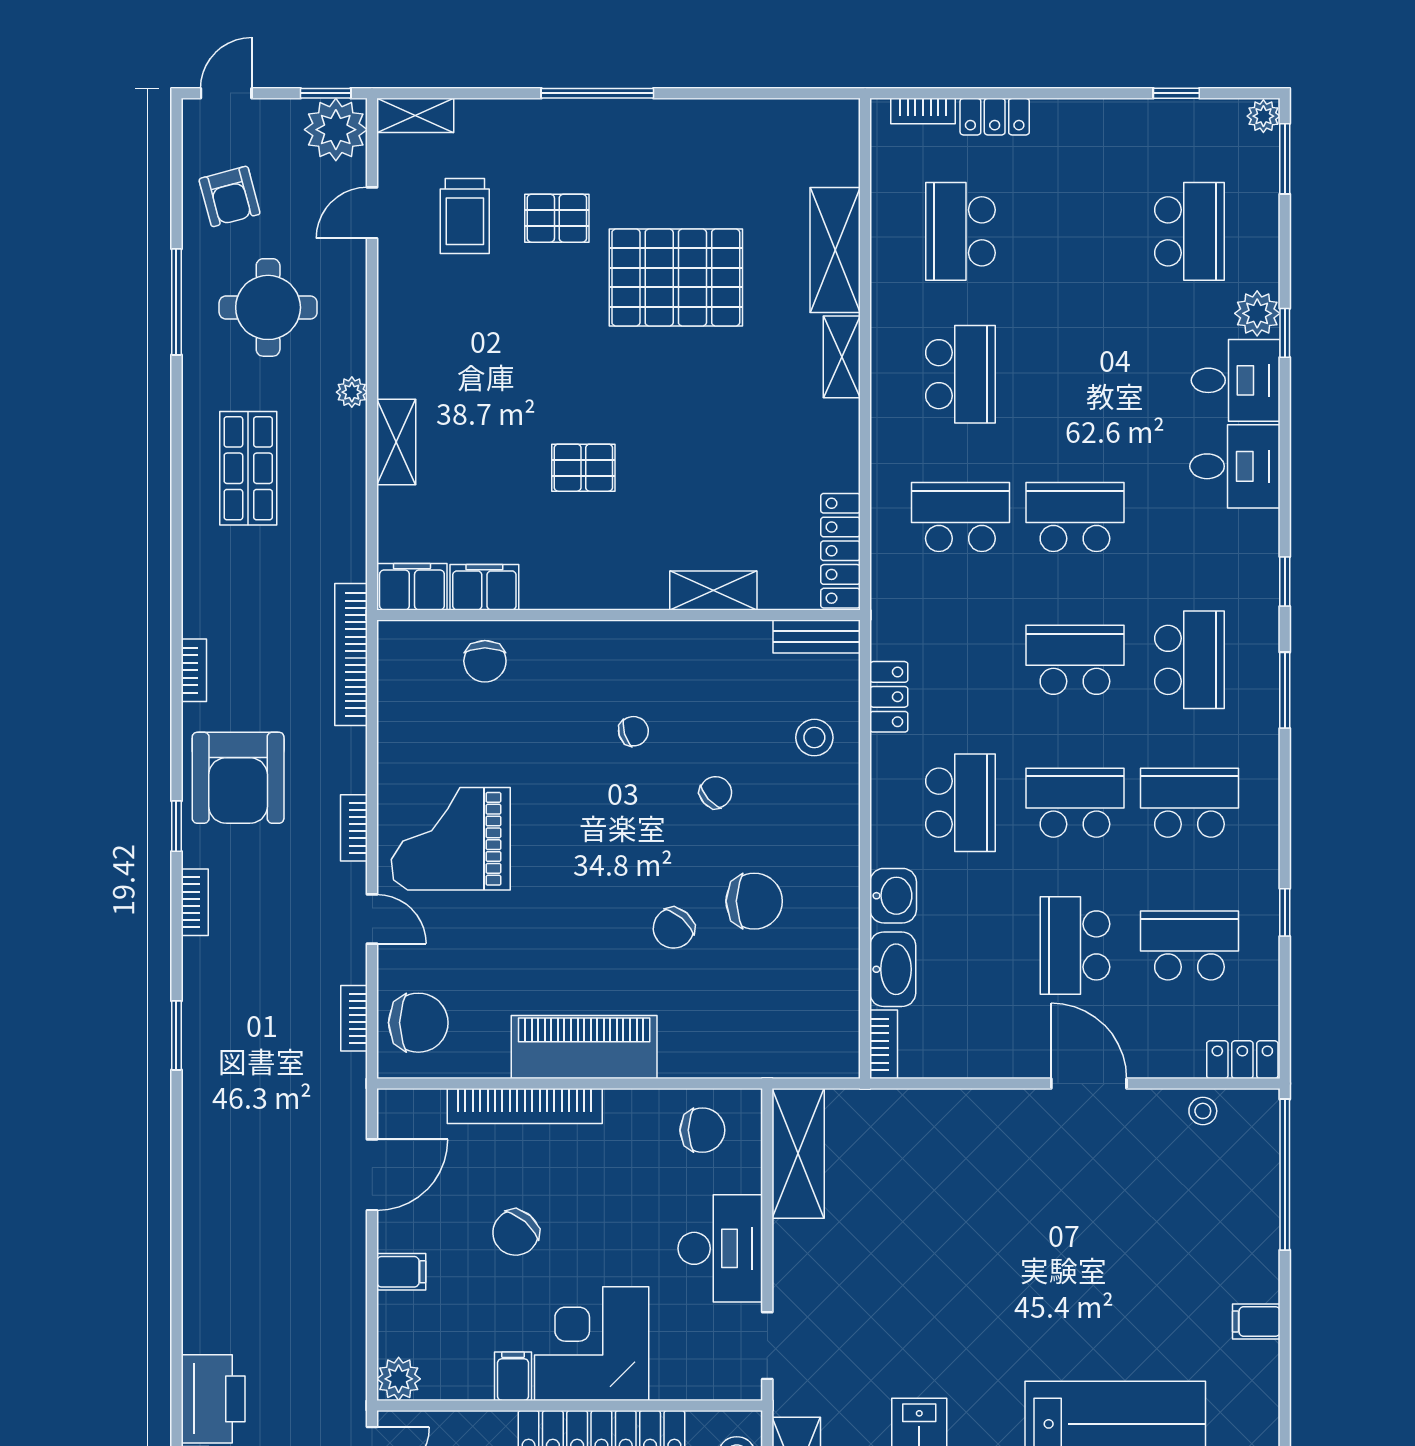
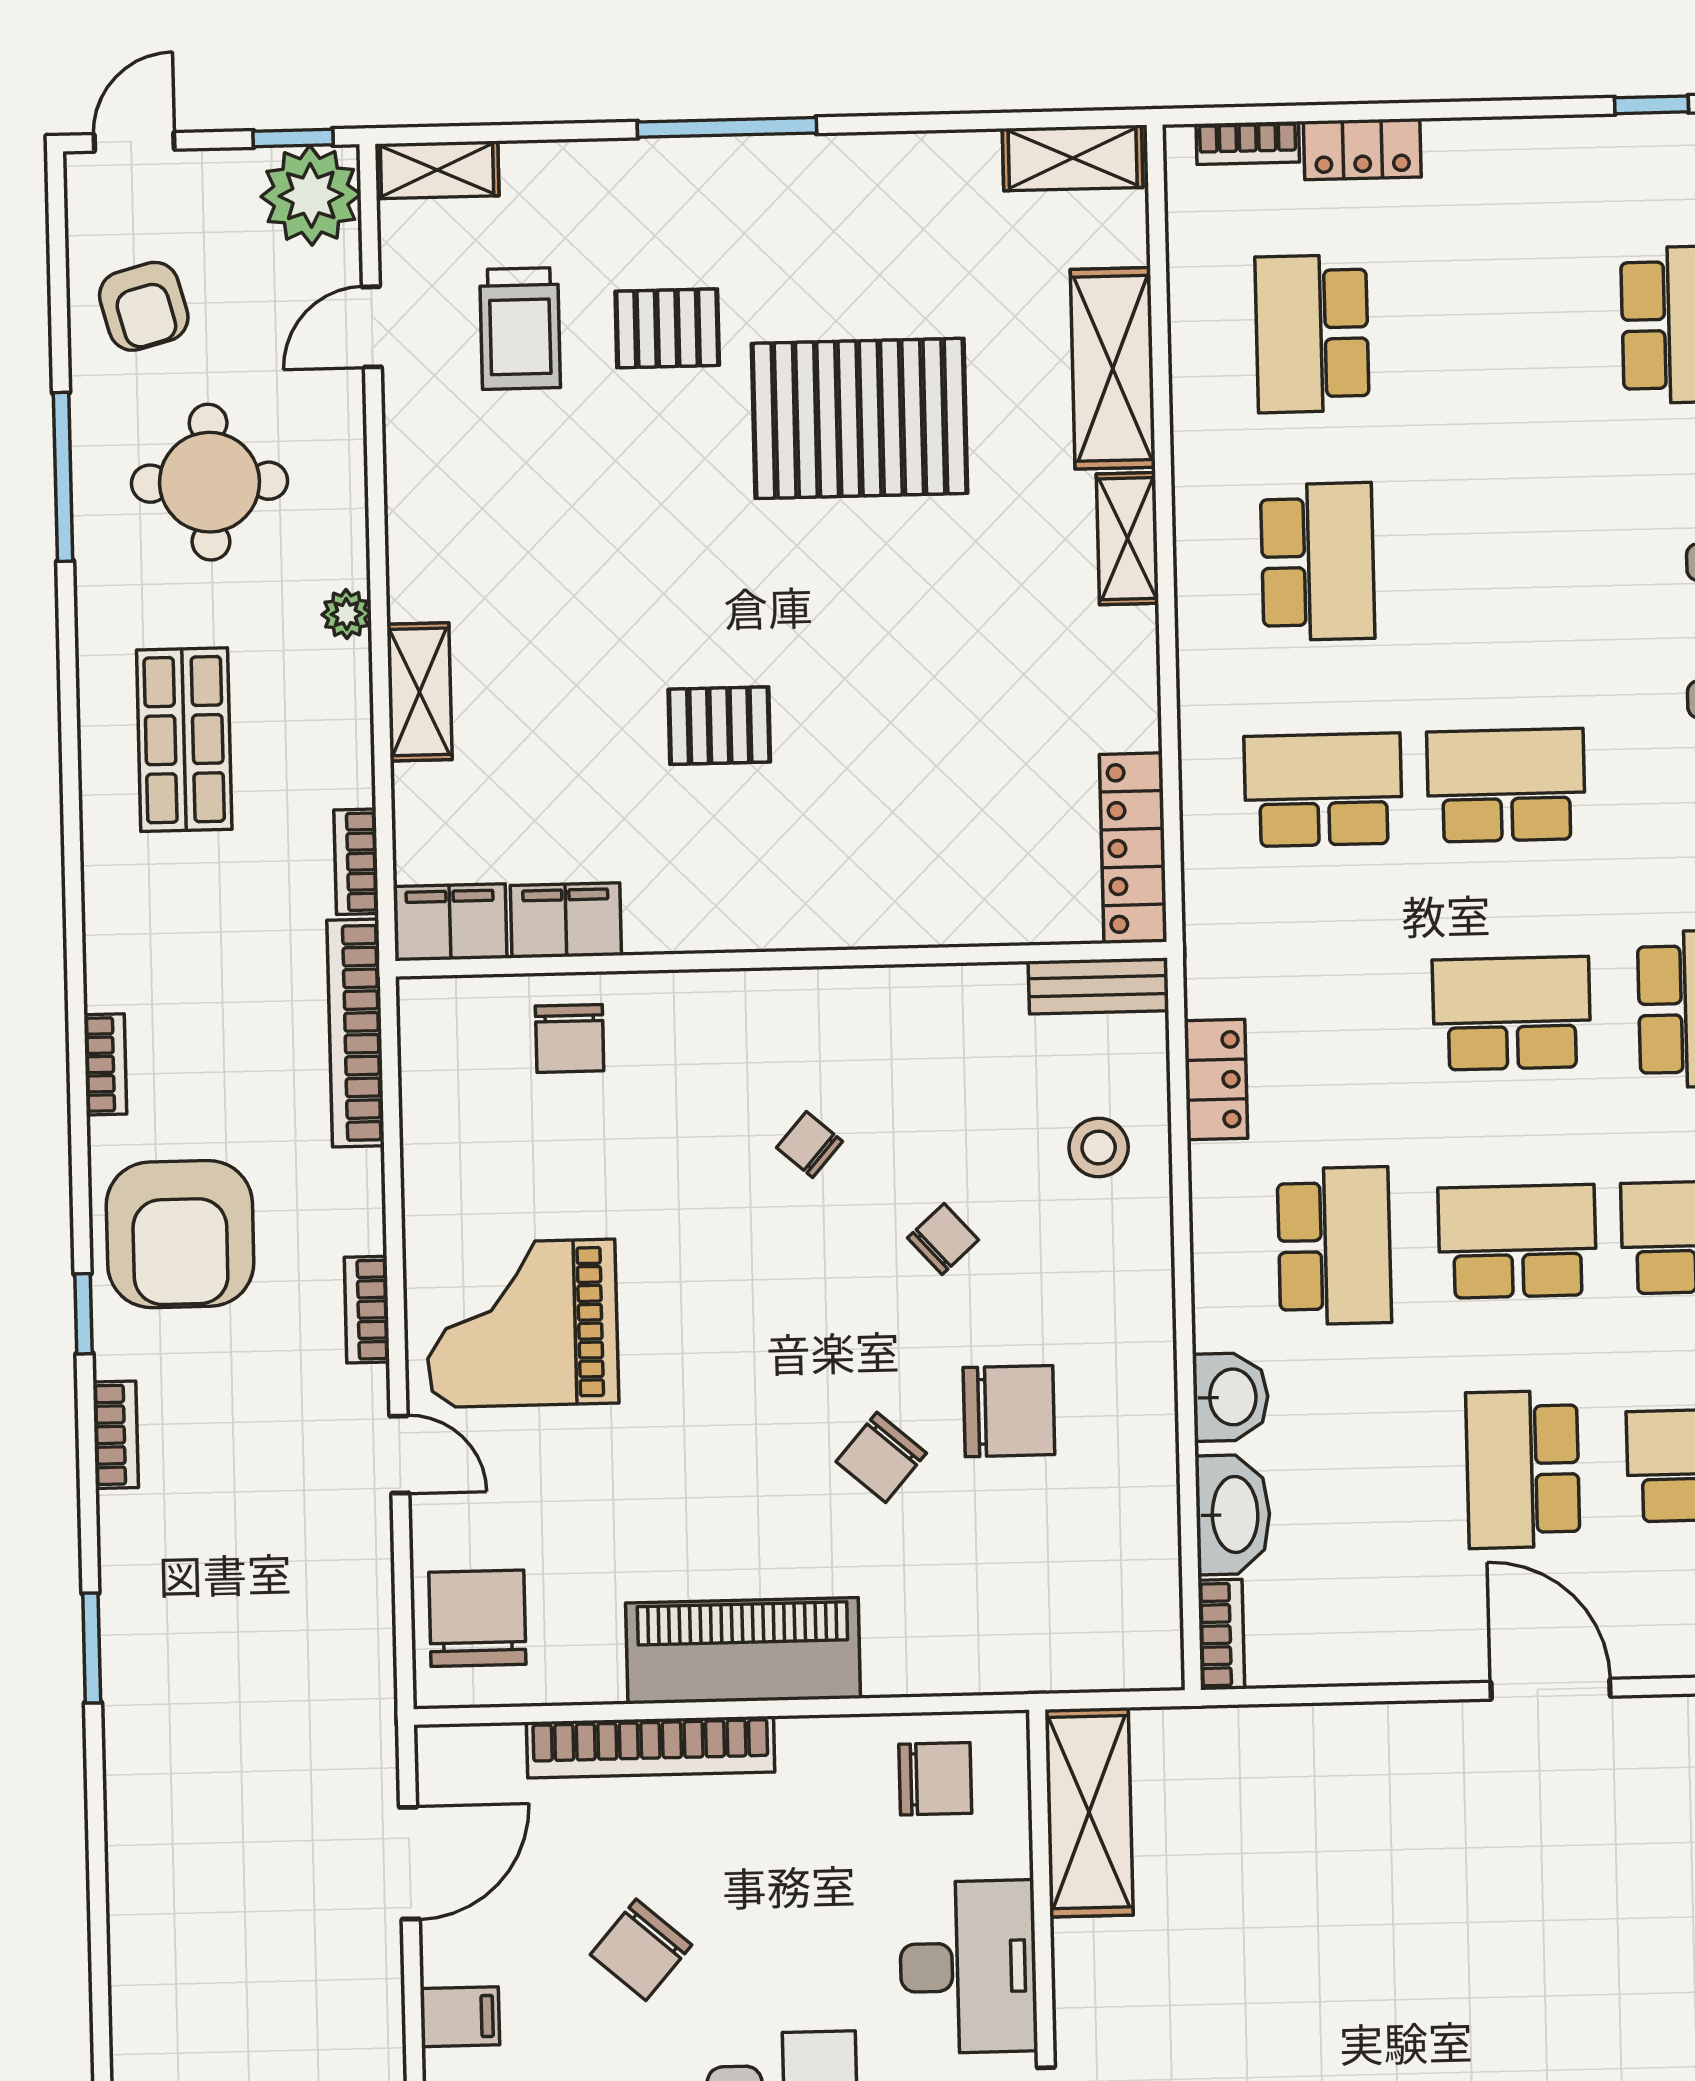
shelving: (713, 590) -> (1073, 158), moved
chair: (633, 731) -> (809, 1145), turned -122
bookcase: (354, 1018) -> (356, 862), moved
chair: (418, 1023) -> (477, 1618), turned -90

